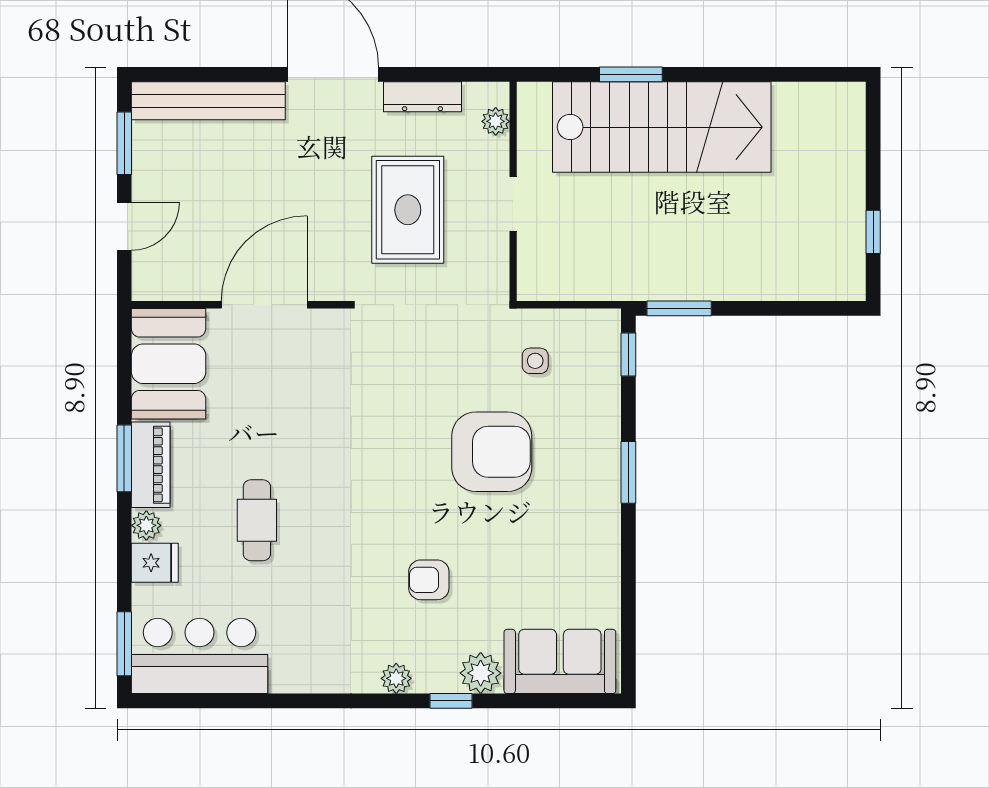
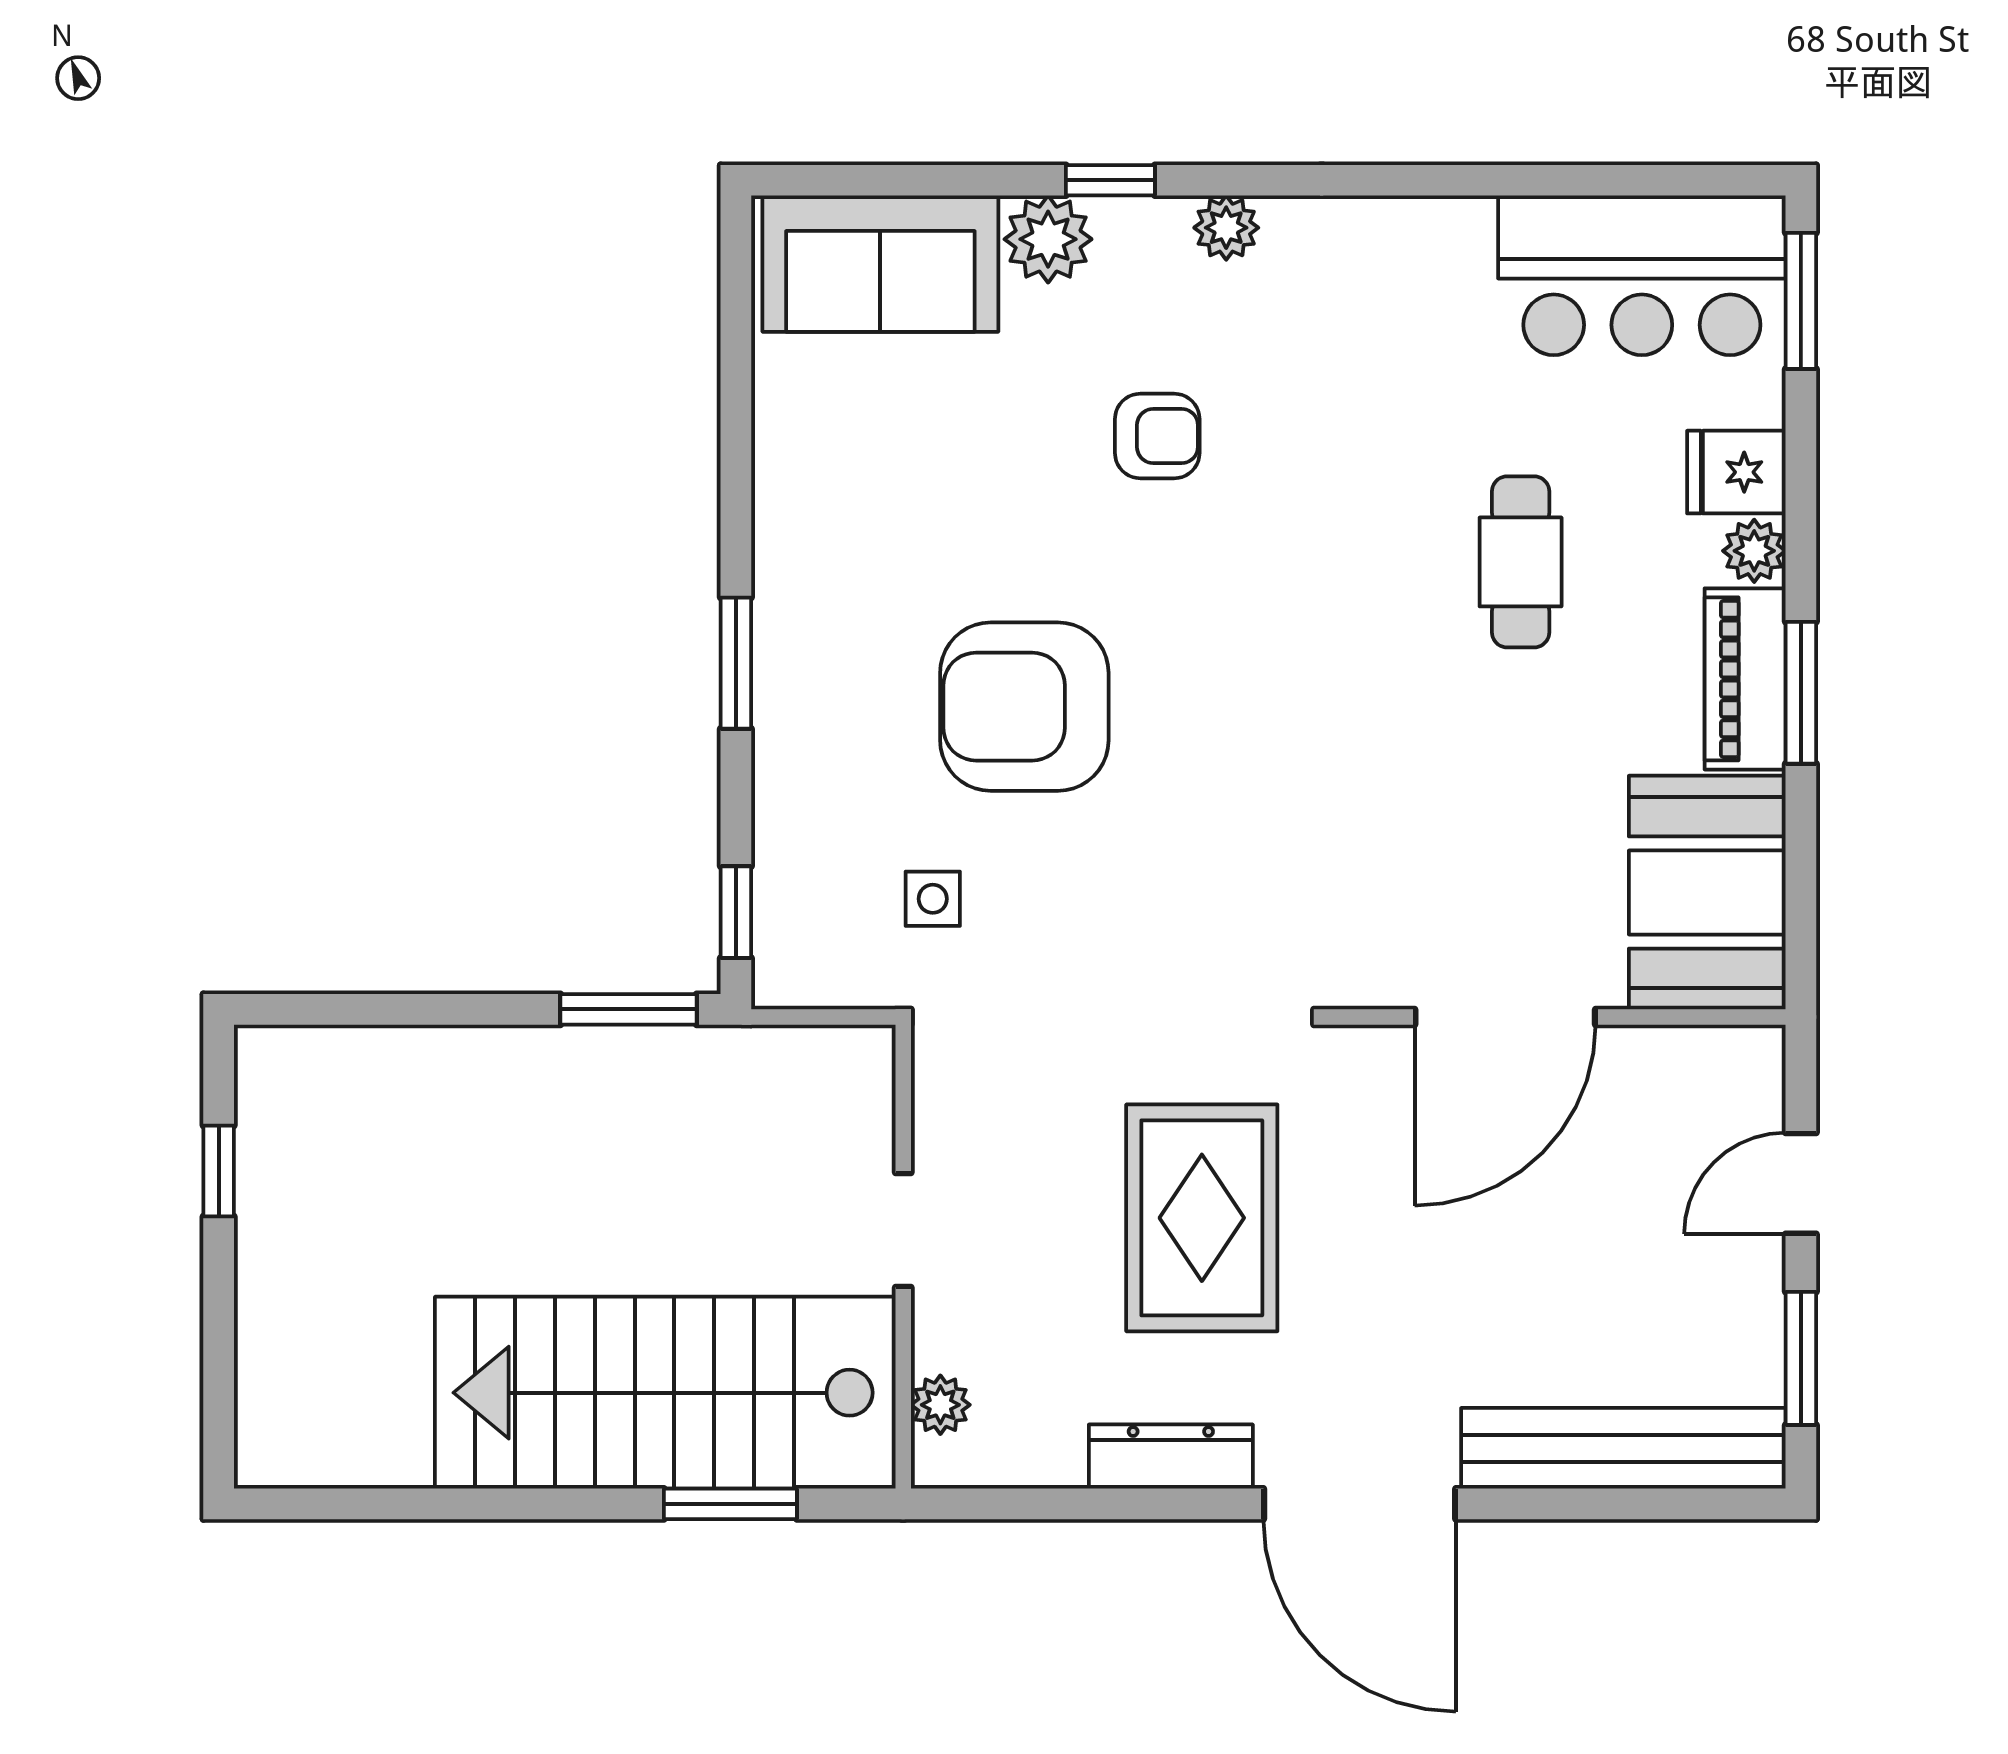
plant: (496, 121) -> (940, 1405), moved
wall: (513, 191) -> (903, 1257), moved
doorway: (513, 204) -> (903, 1230), moved

